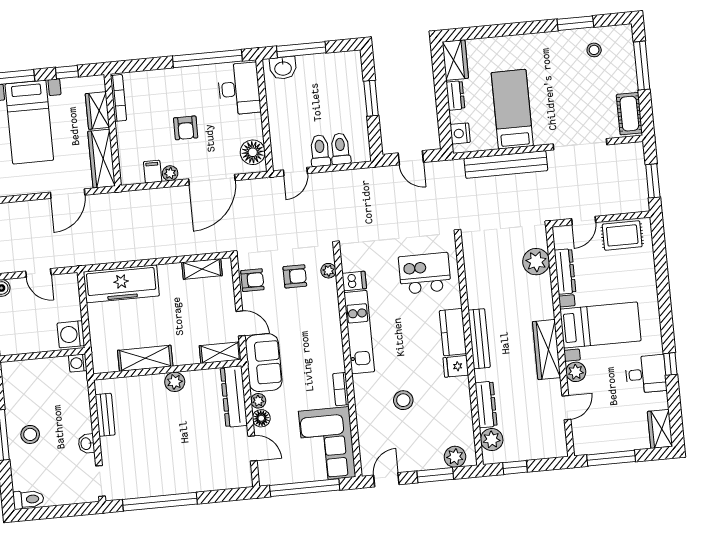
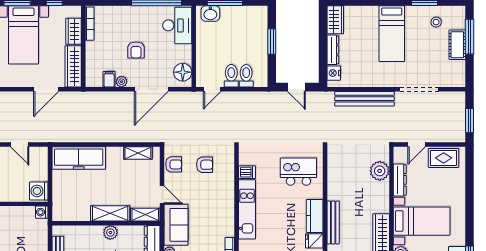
dresser: (455, 95) -> (333, 50), width x1.44
bed: (512, 109) -> (392, 34), moved, turned 180
cot: (629, 114) -> (457, 45), moved
plant: (328, 271) -> (229, 163), removed
shelving: (145, 358) -> (110, 213), moved

